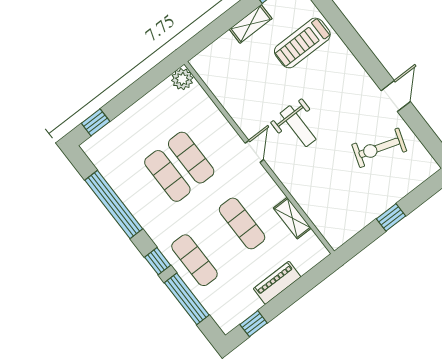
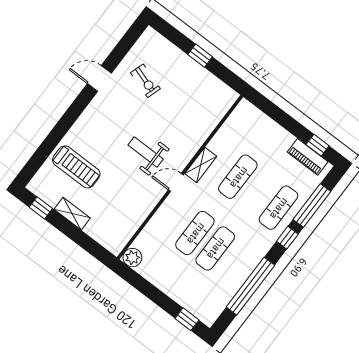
weight bench: (298, 126) -> (146, 152), turned -90
exercise bike: (379, 148) -> (145, 81), width x0.73, depth x0.72
shelving: (292, 218) -> (201, 165), moved
piano: (277, 283) -> (308, 157), moved

